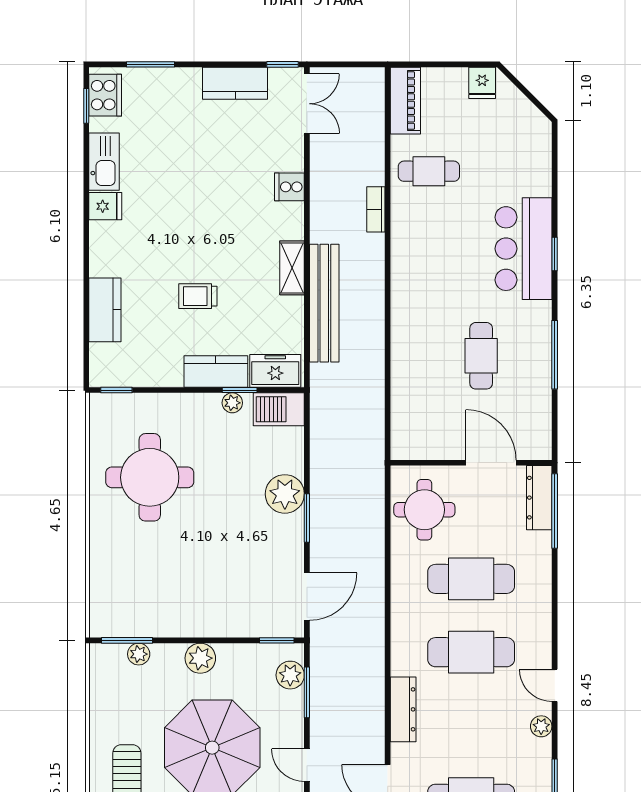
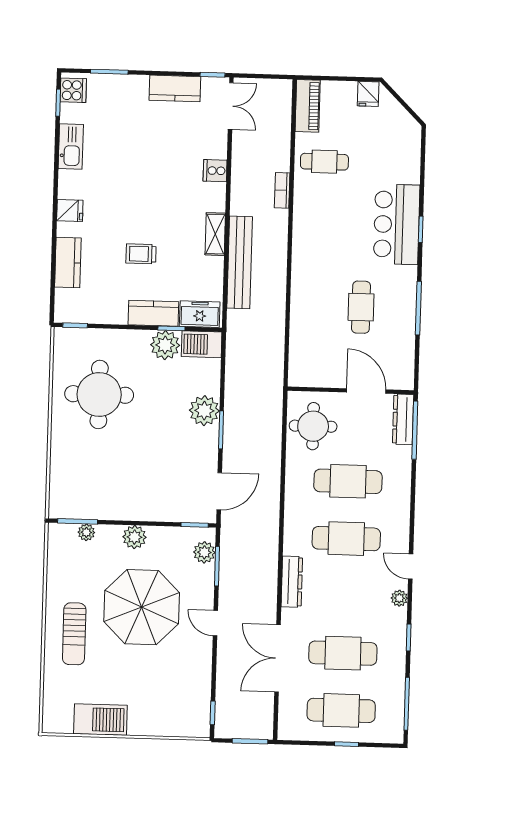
cooker: (105, 95) -> (73, 90), width x0.73
fridge: (105, 206) -> (70, 211), moved
plant: (232, 403) -> (165, 345), width x1.88, depth x1.88

